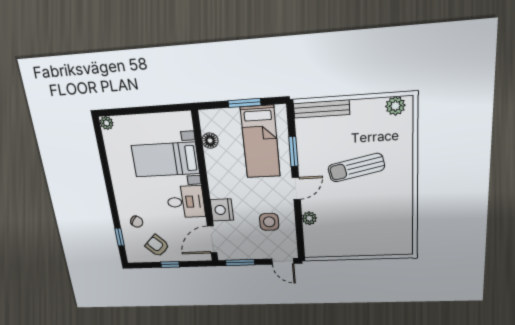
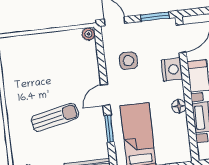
floor lamp: (210, 141) -> (179, 106), moved
plant: (309, 218) -> (88, 34), moved

